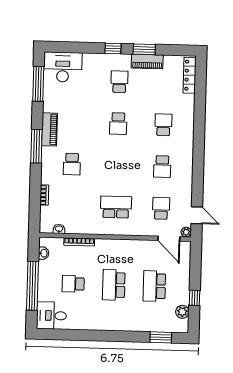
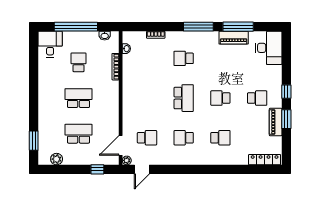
window: (38, 84) -> (238, 27), moved
piano: (49, 129) -> (234, 38), moved
school desk: (116, 207) -> (184, 98), moved
window: (195, 298) -> (97, 169), moved

